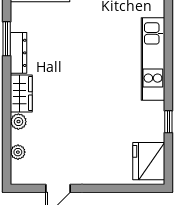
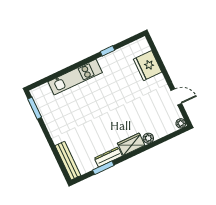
plant: (18, 152) -> (181, 123), moved
fridge: (149, 161) -> (148, 66), moved, turned 90

